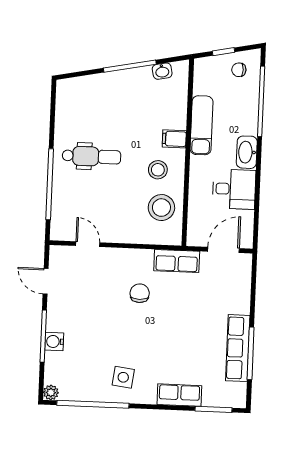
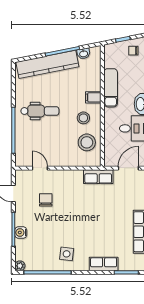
kitchen counter: (106, 85) -> (47, 64), added
chair: (140, 293) -> (46, 200), moved

